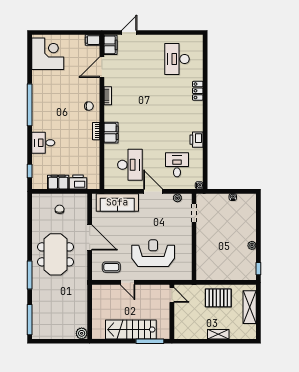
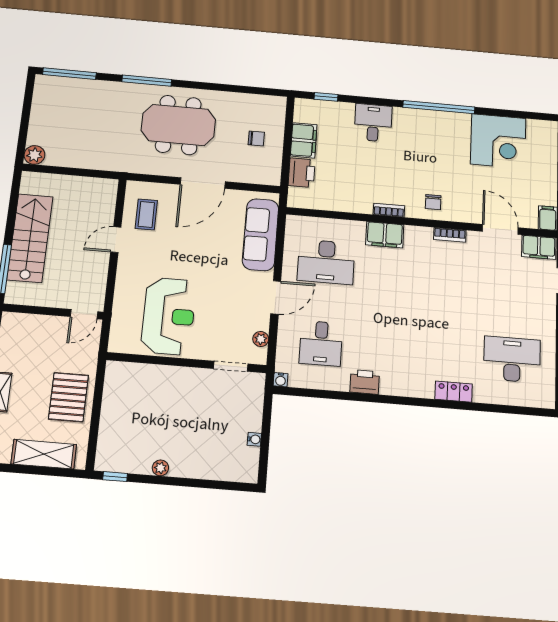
corner desk: (48, 54) -> (498, 141), moved
desk: (177, 165) -> (321, 343), turned 90
reception desk: (153, 253) -> (169, 316), moved

